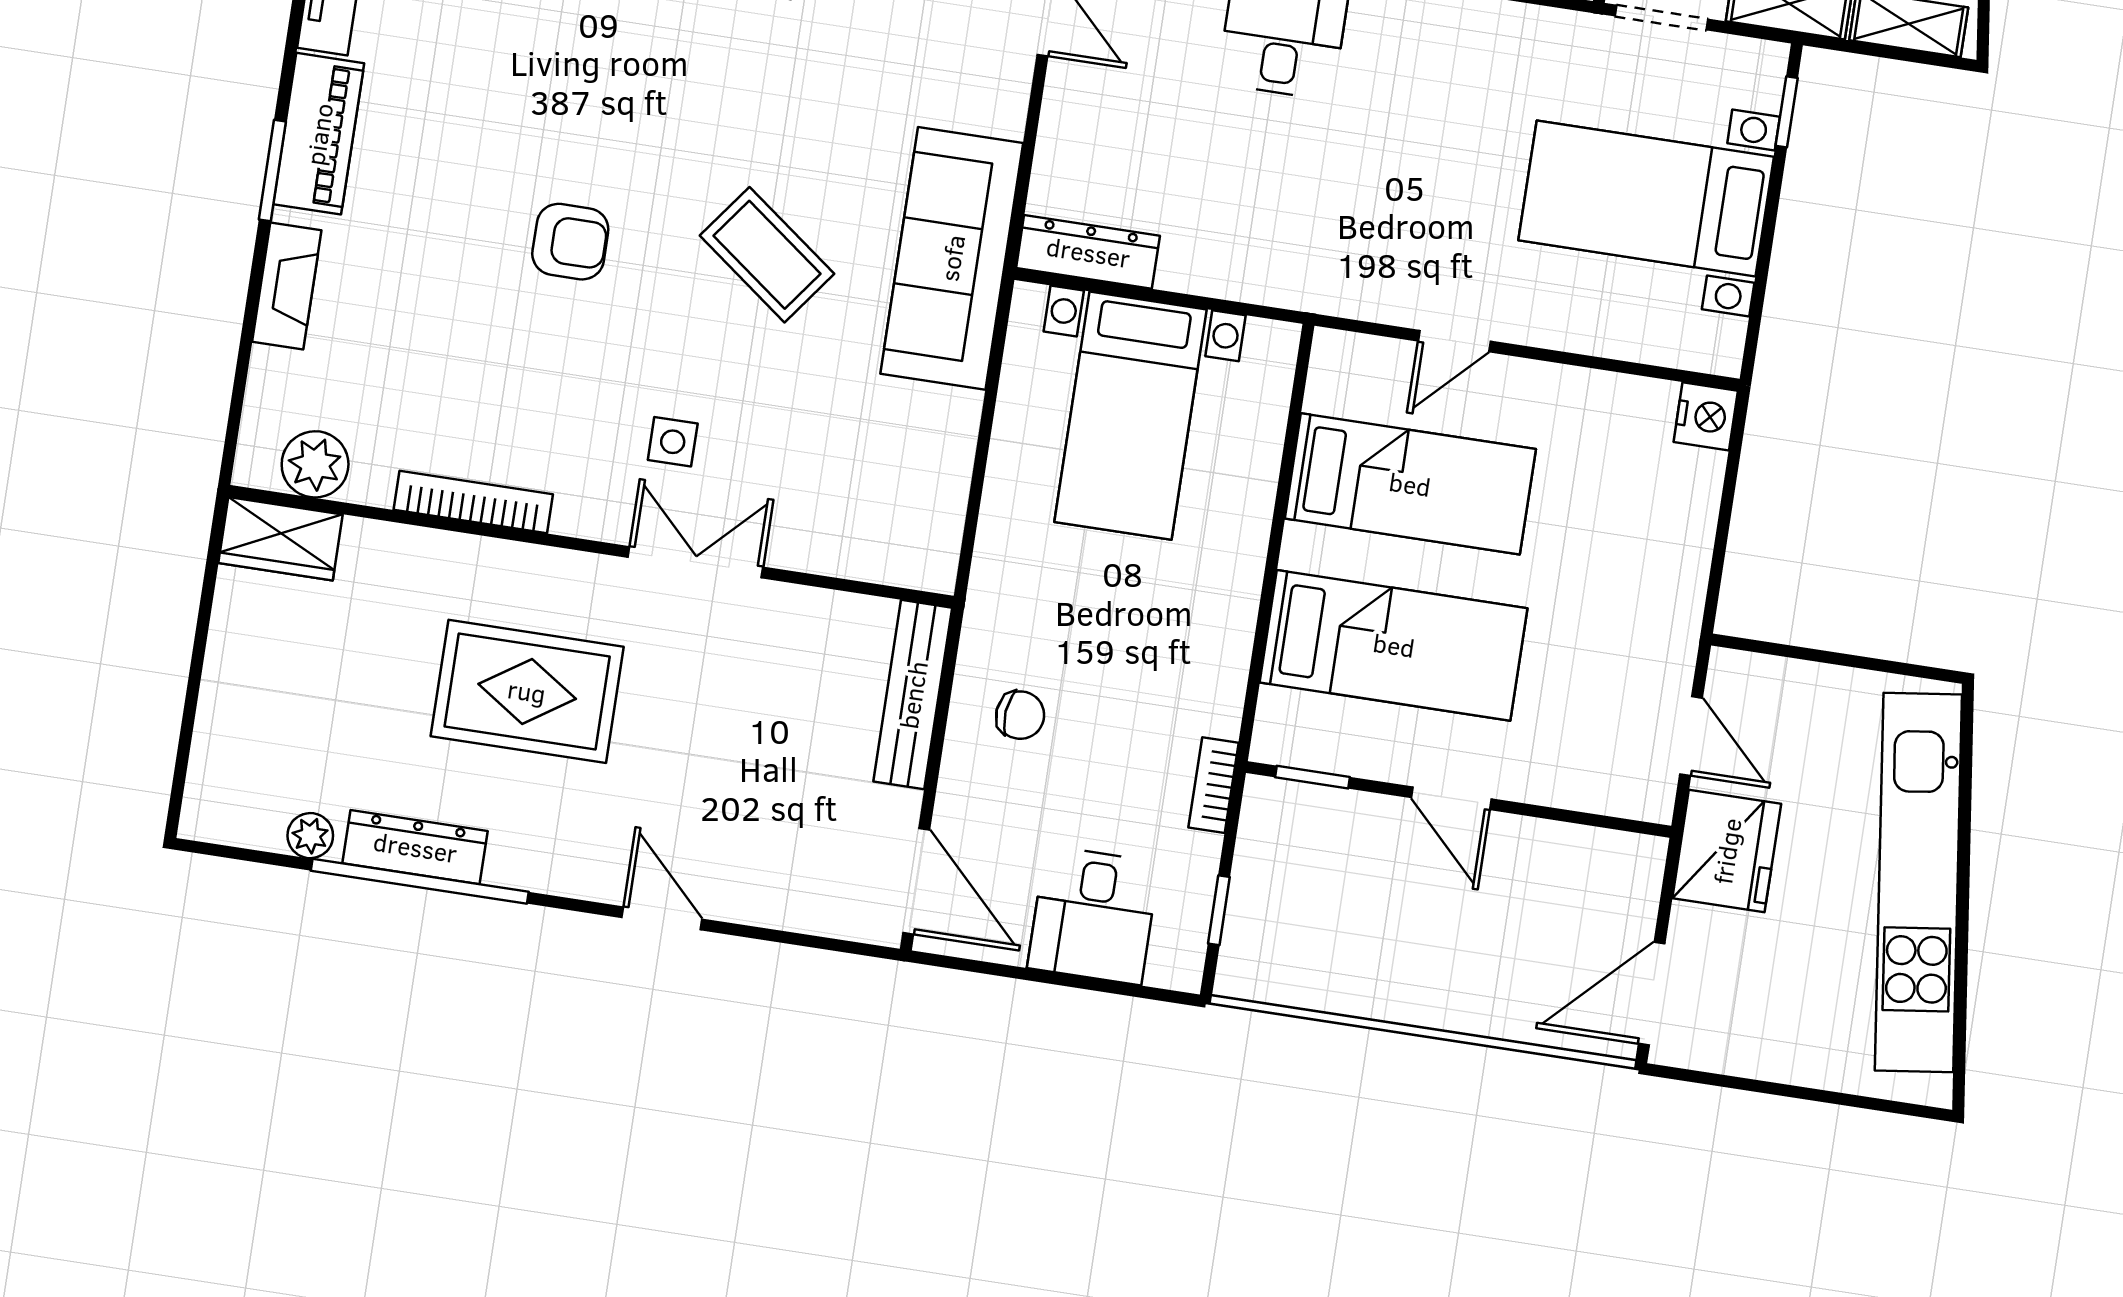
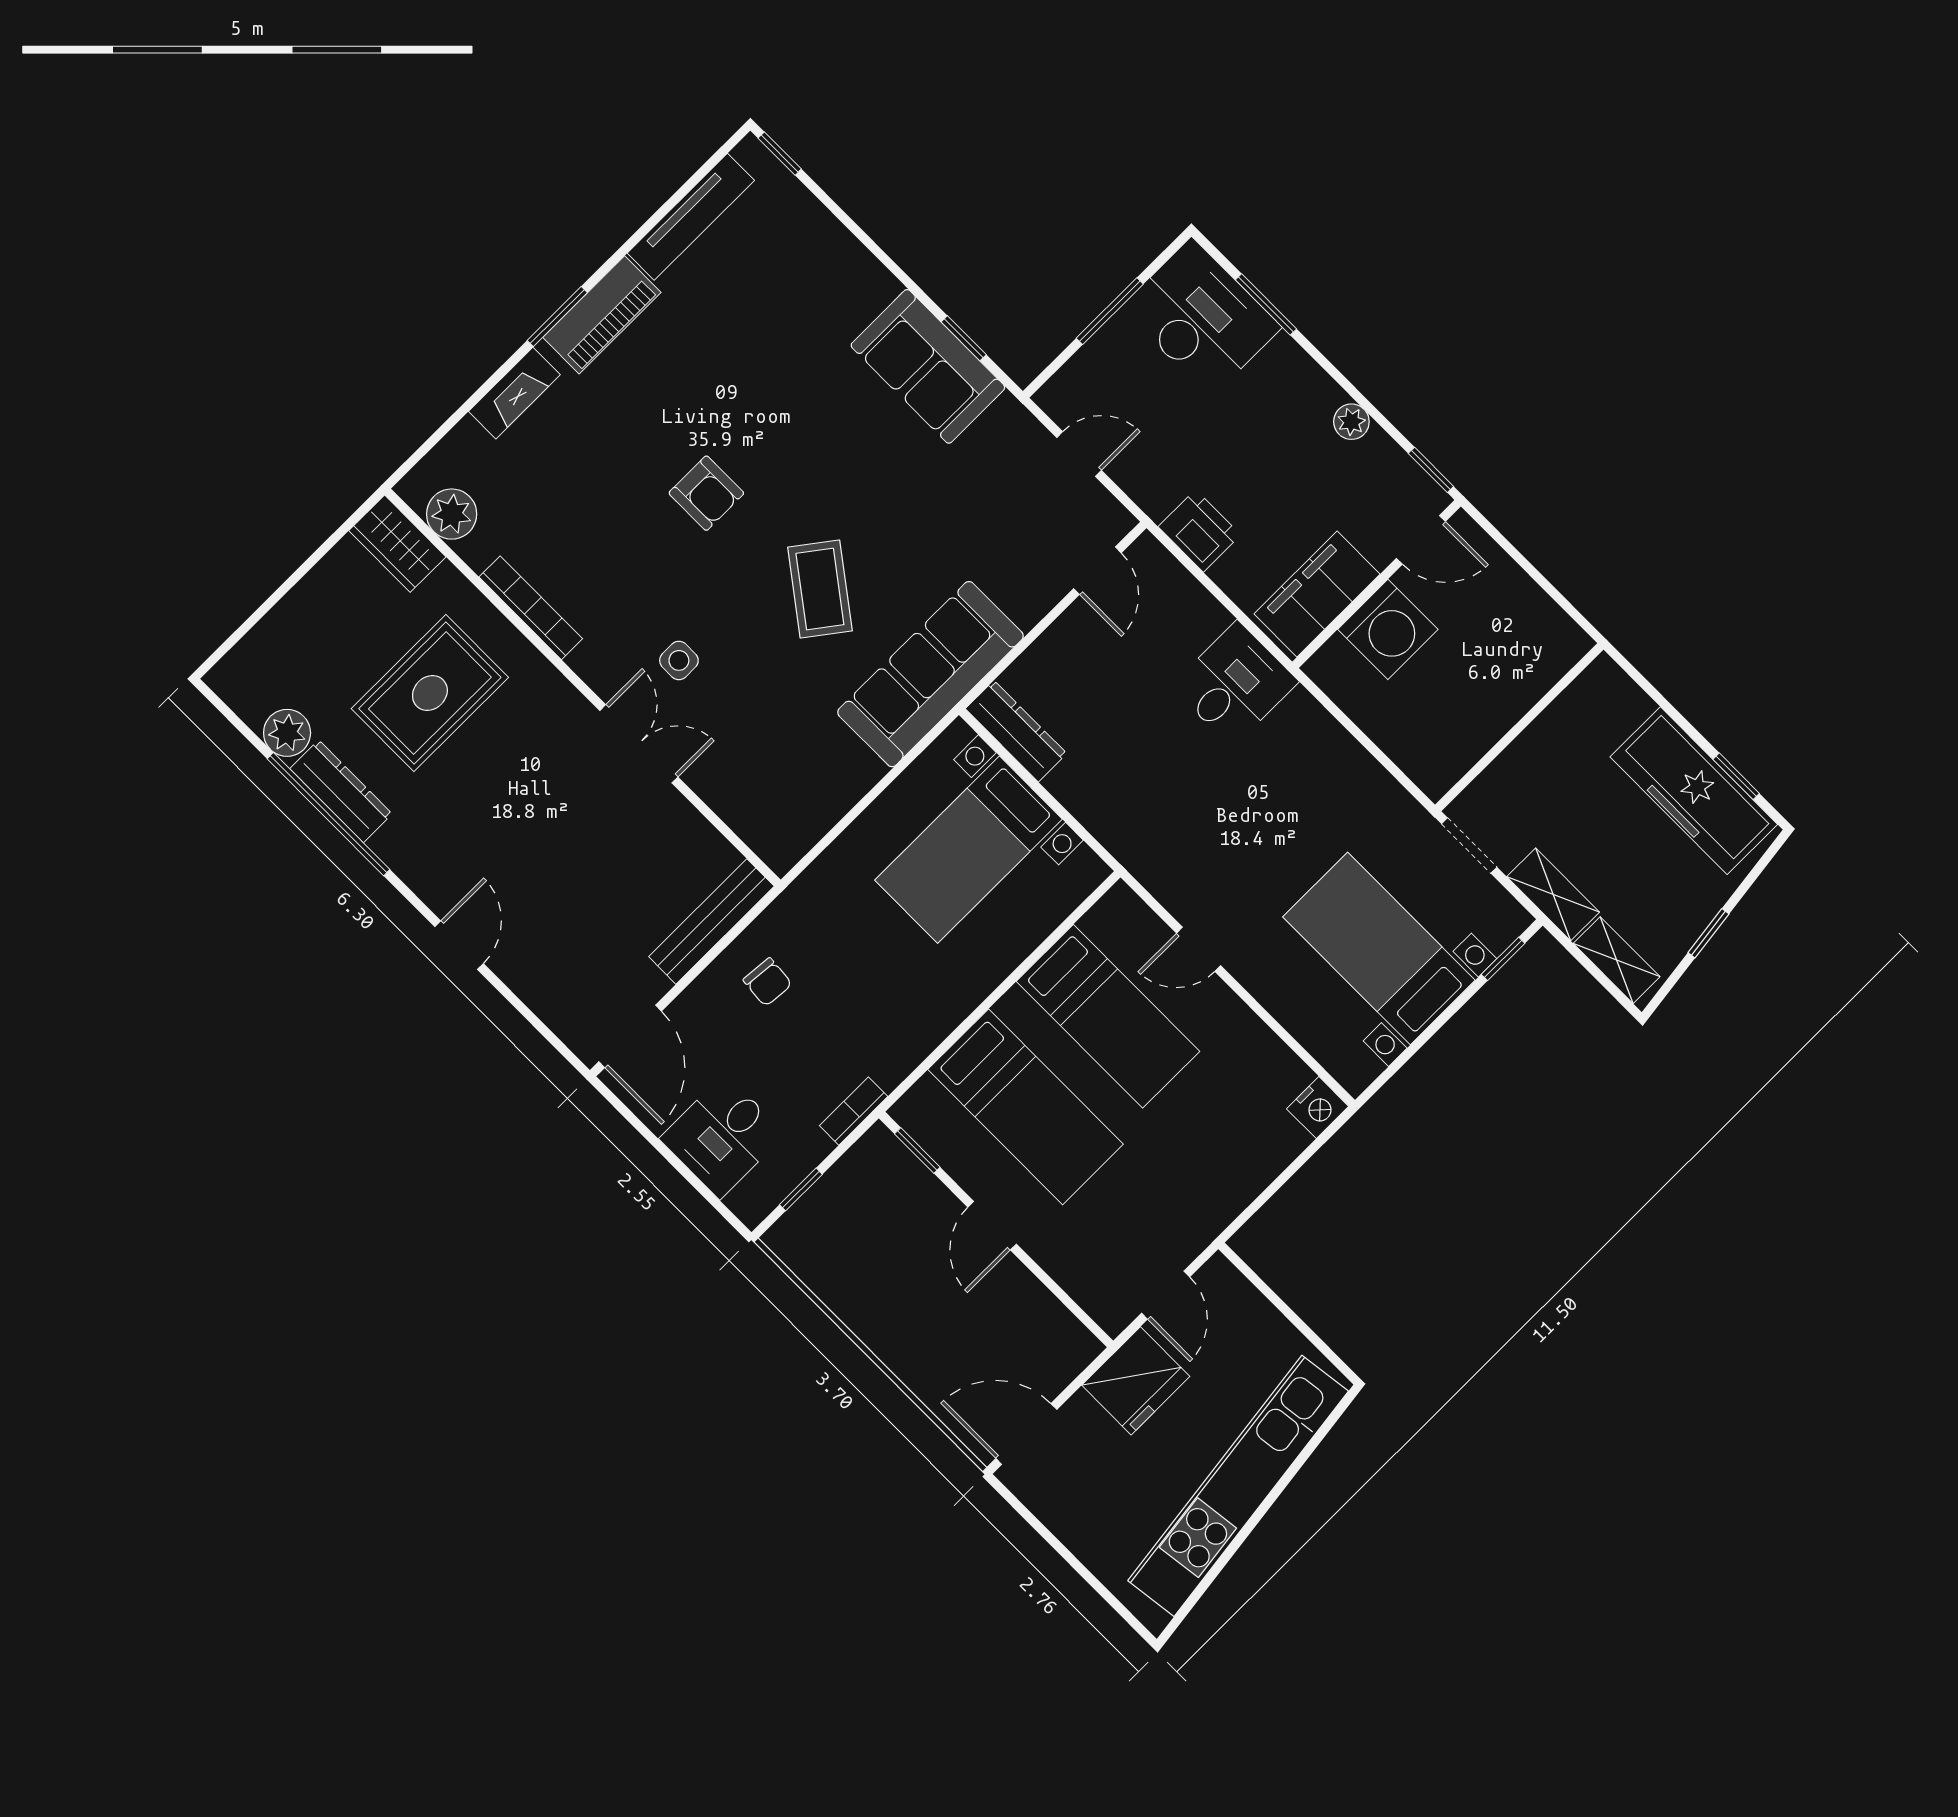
rug: (527, 691) -> (430, 693), moved, turned 90
plant: (310, 836) -> (287, 733), width x1.38, depth x1.38

